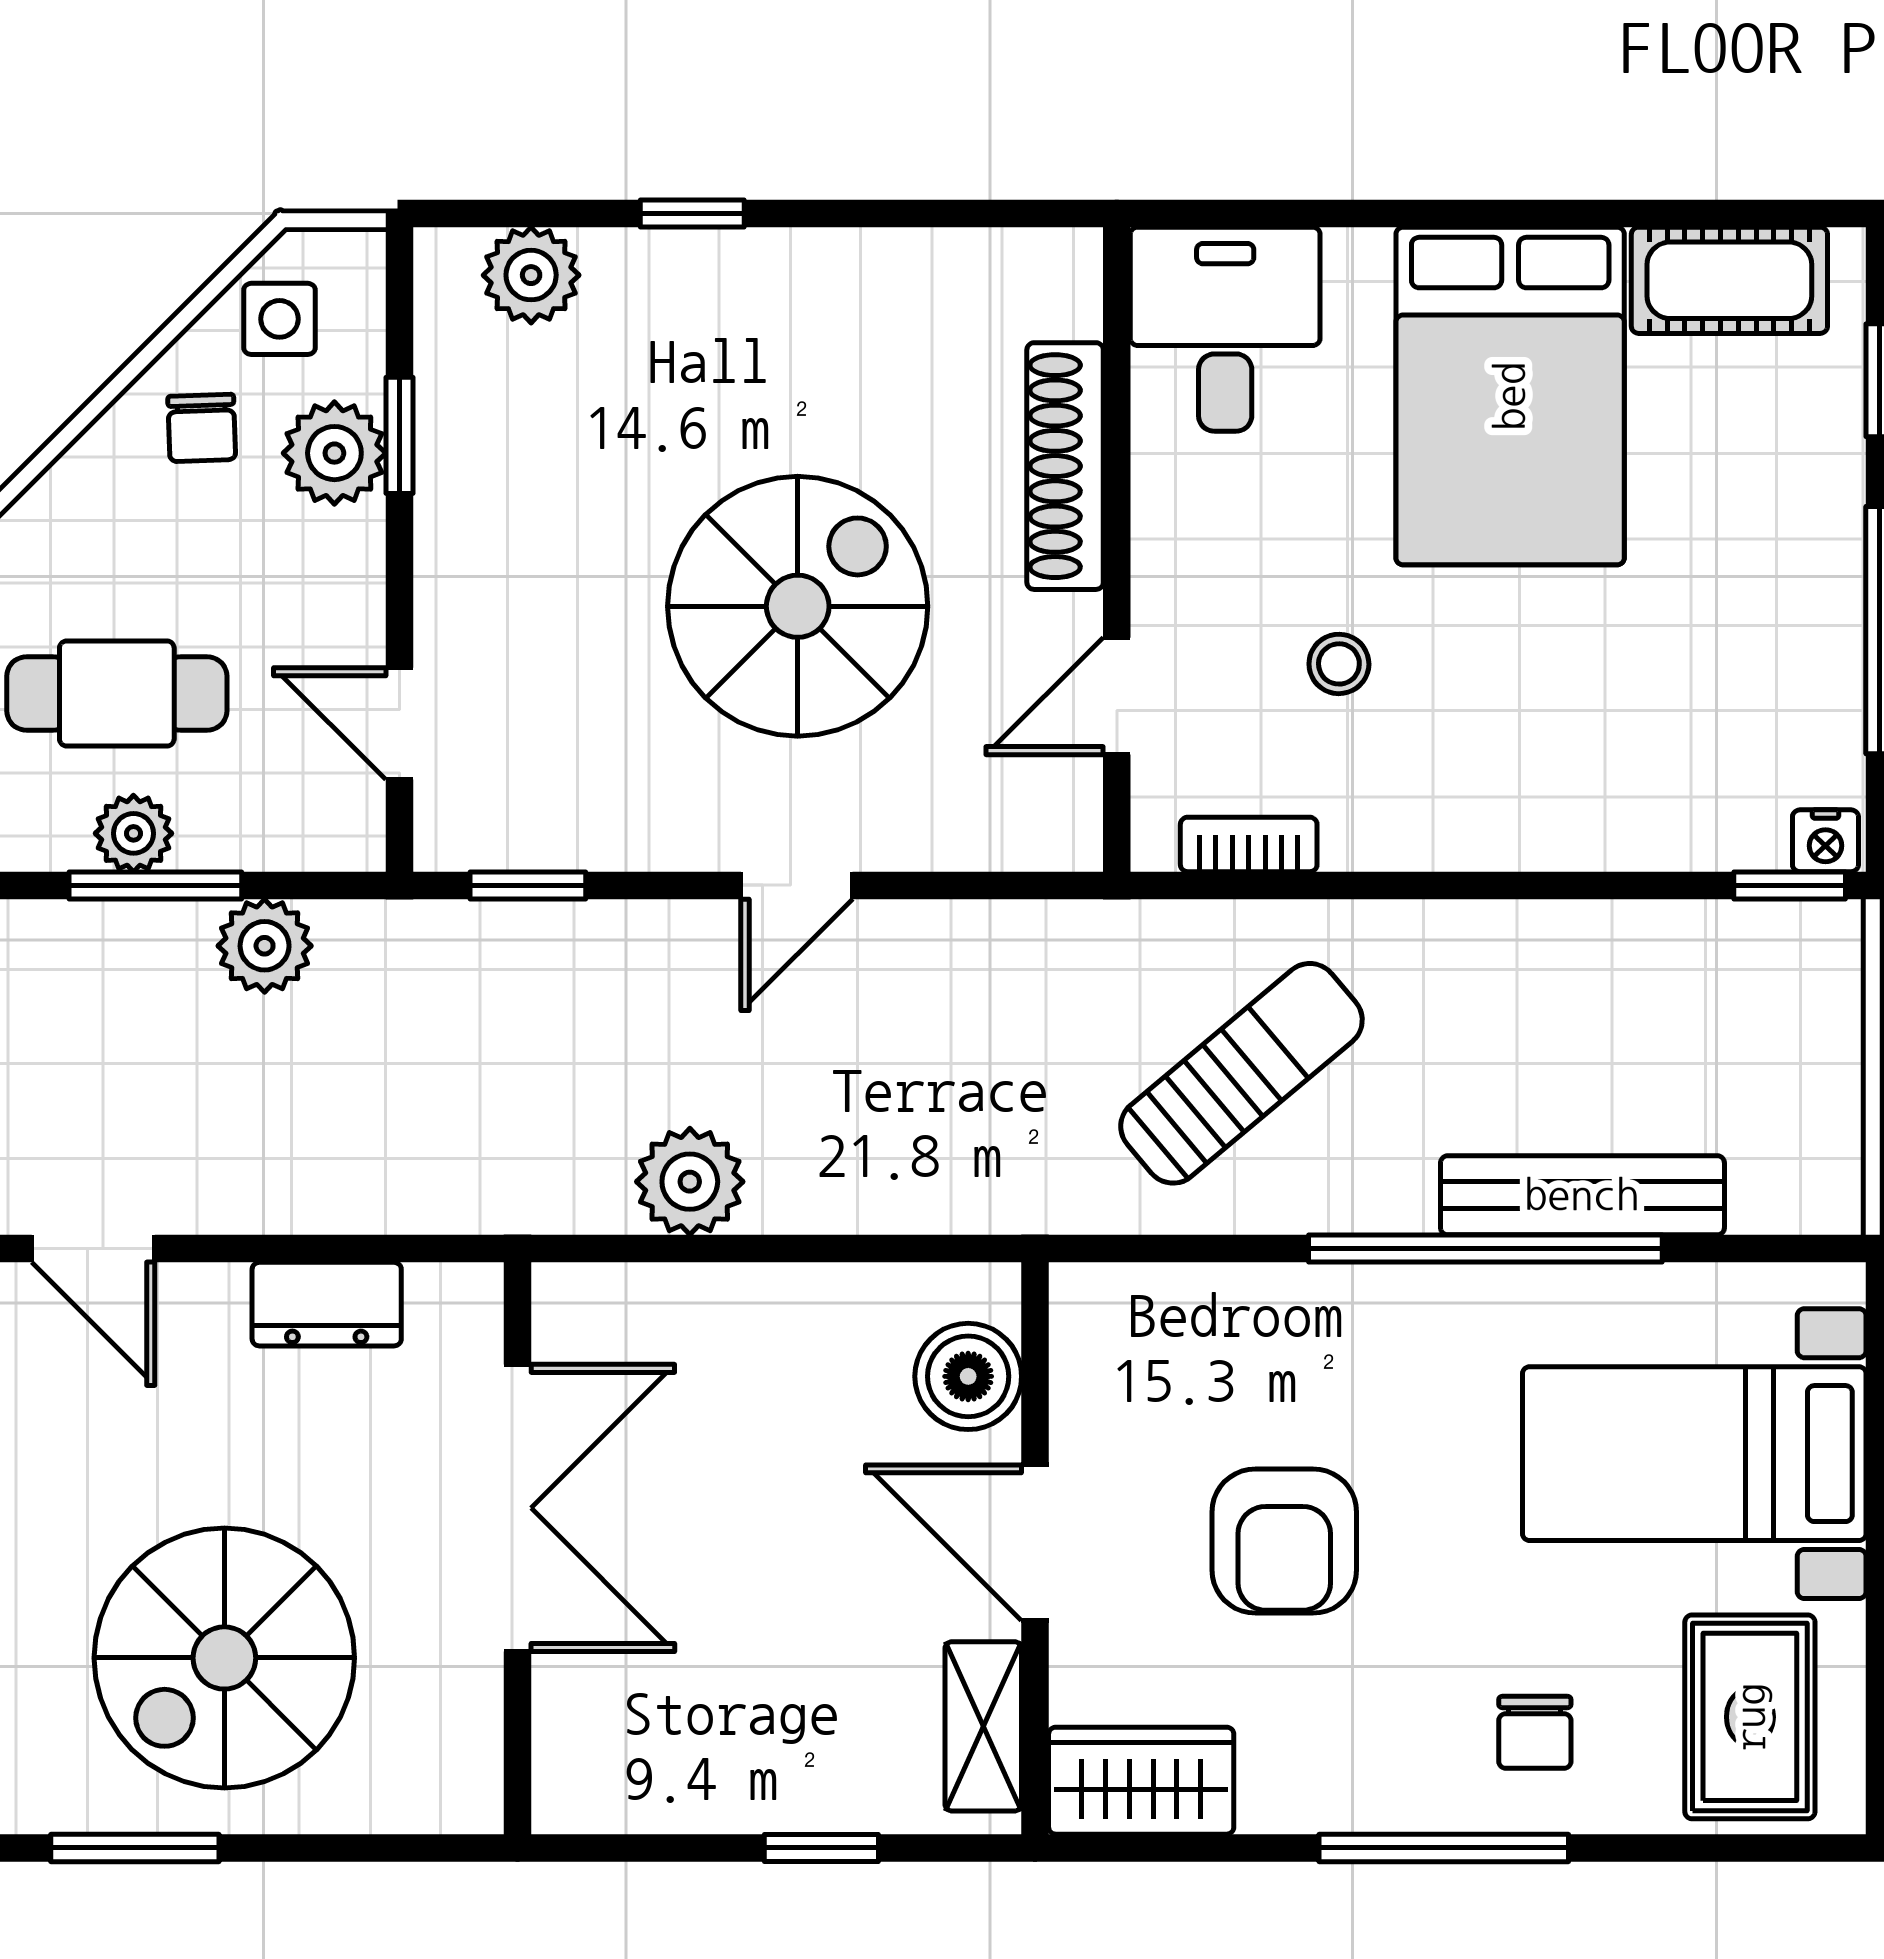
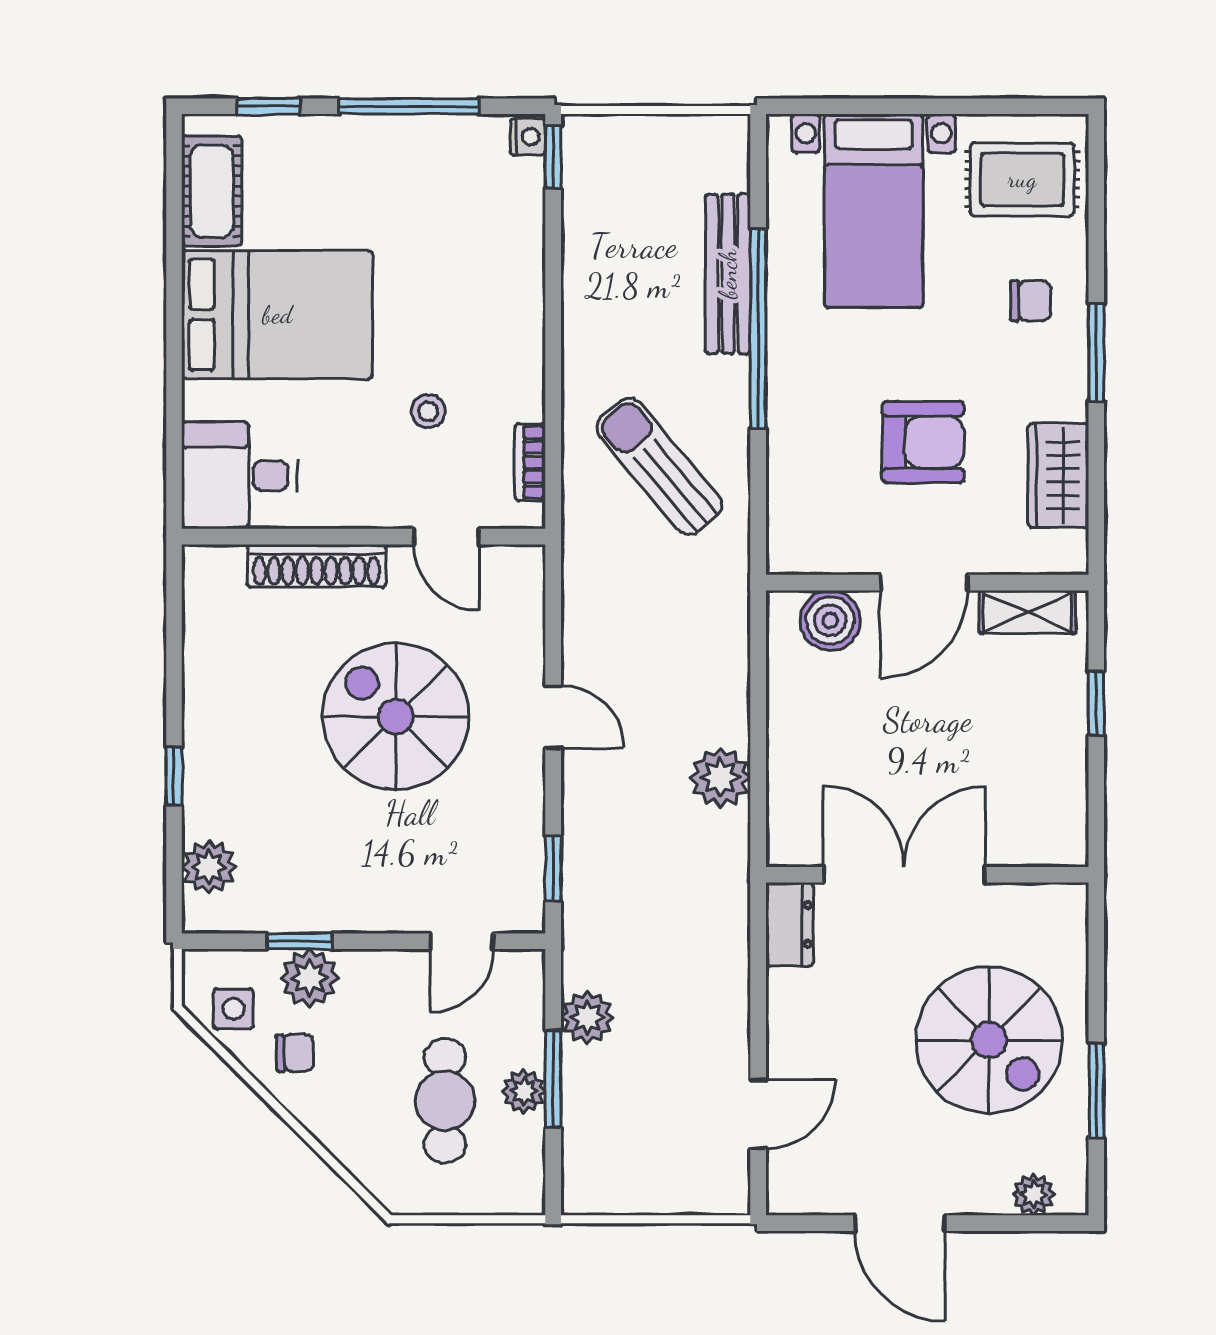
dresser: (327, 1304) -> (789, 924), moved
wardrobe: (1141, 1781) -> (1058, 475), moved
window: (1444, 1848) -> (1096, 352), width x0.69

